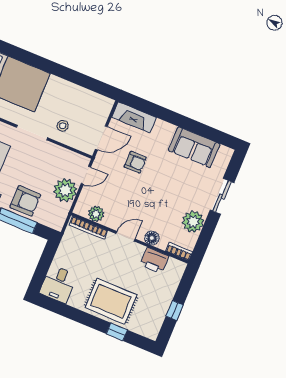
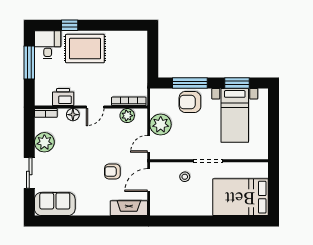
sofa: (194, 147) -> (55, 204), moved
desk: (58, 284) -> (48, 45), moved
window: (175, 311) -> (29, 63), width x2.17

